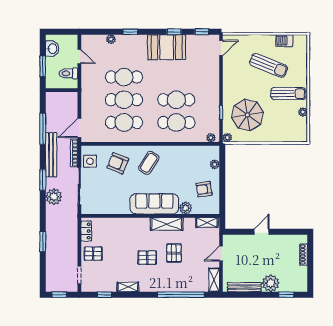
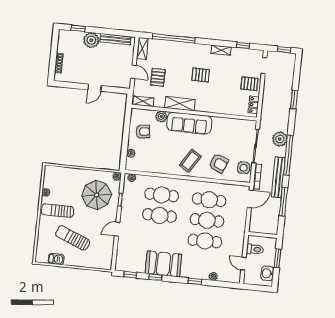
door: (221, 48) -> (117, 229), moved
window: (43, 180) -> (288, 155), width x2.11
pallet: (174, 253) -> (158, 77), moved
door: (221, 254) -> (133, 72), hinge flipped

